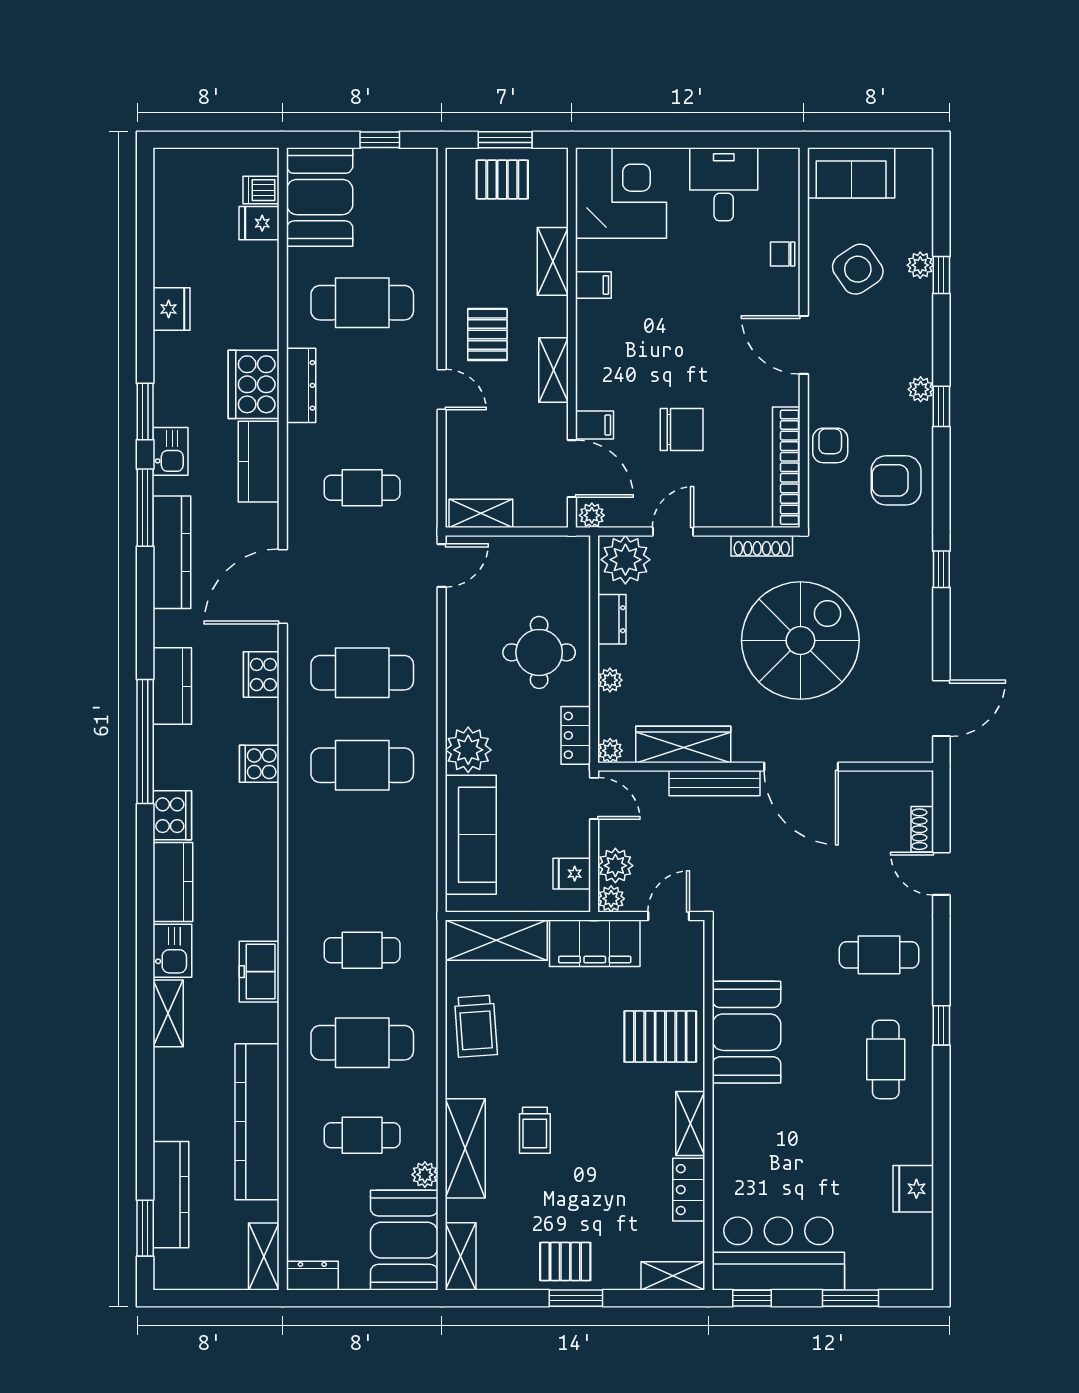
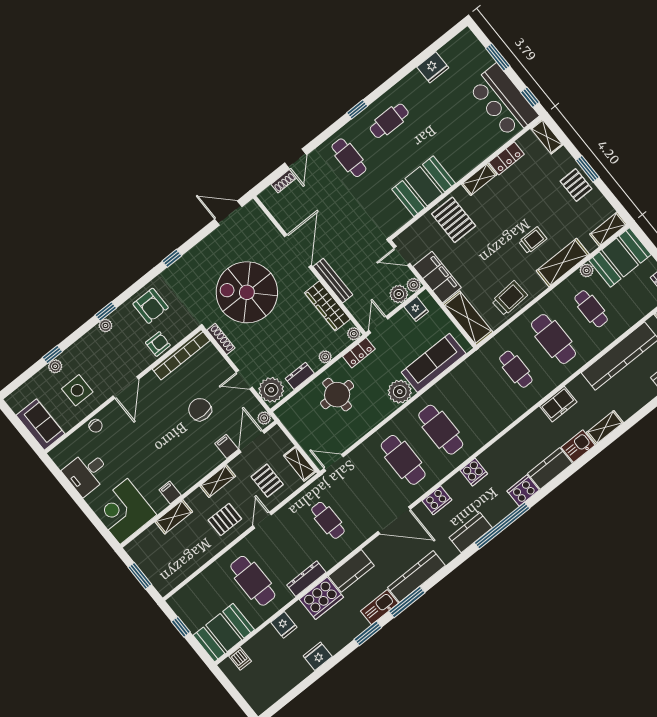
pallet: (502, 180) -> (267, 481), moved
fridge: (259, 223) -> (284, 625), moved
side table: (858, 269) -> (77, 390), turned 34
armchair: (830, 445) -> (158, 344), turned 180
kitchen sink: (171, 451) -> (379, 607), width x1.38

